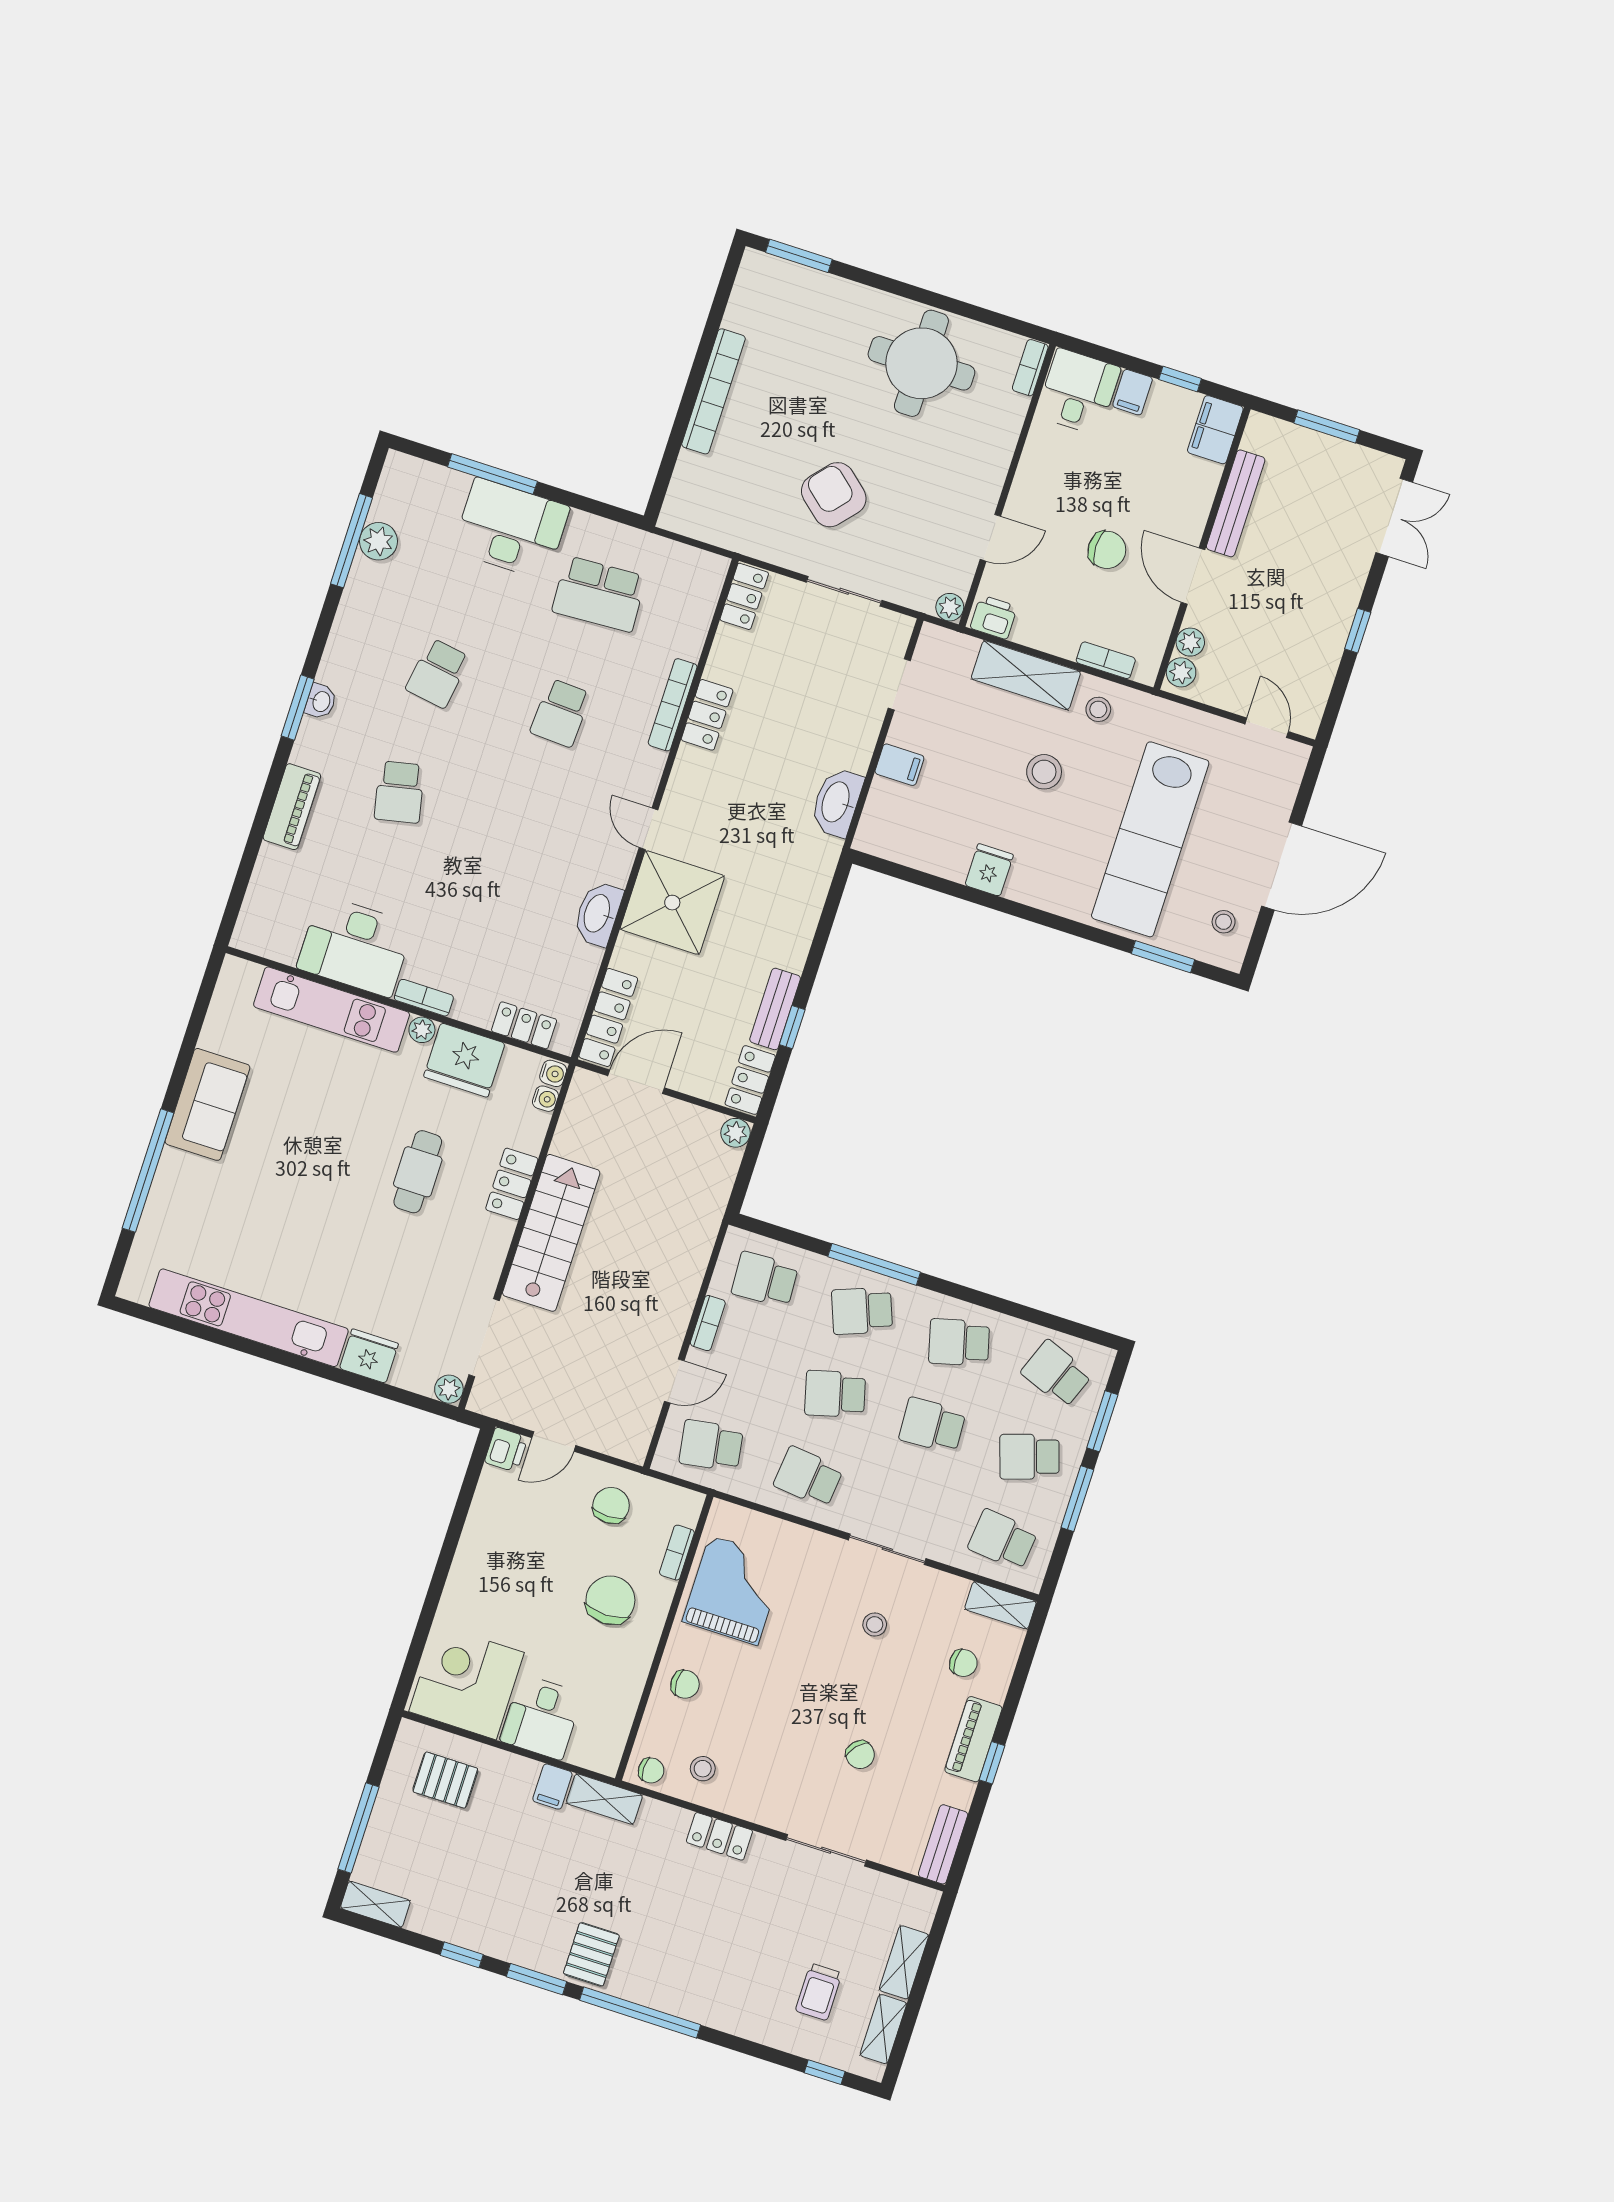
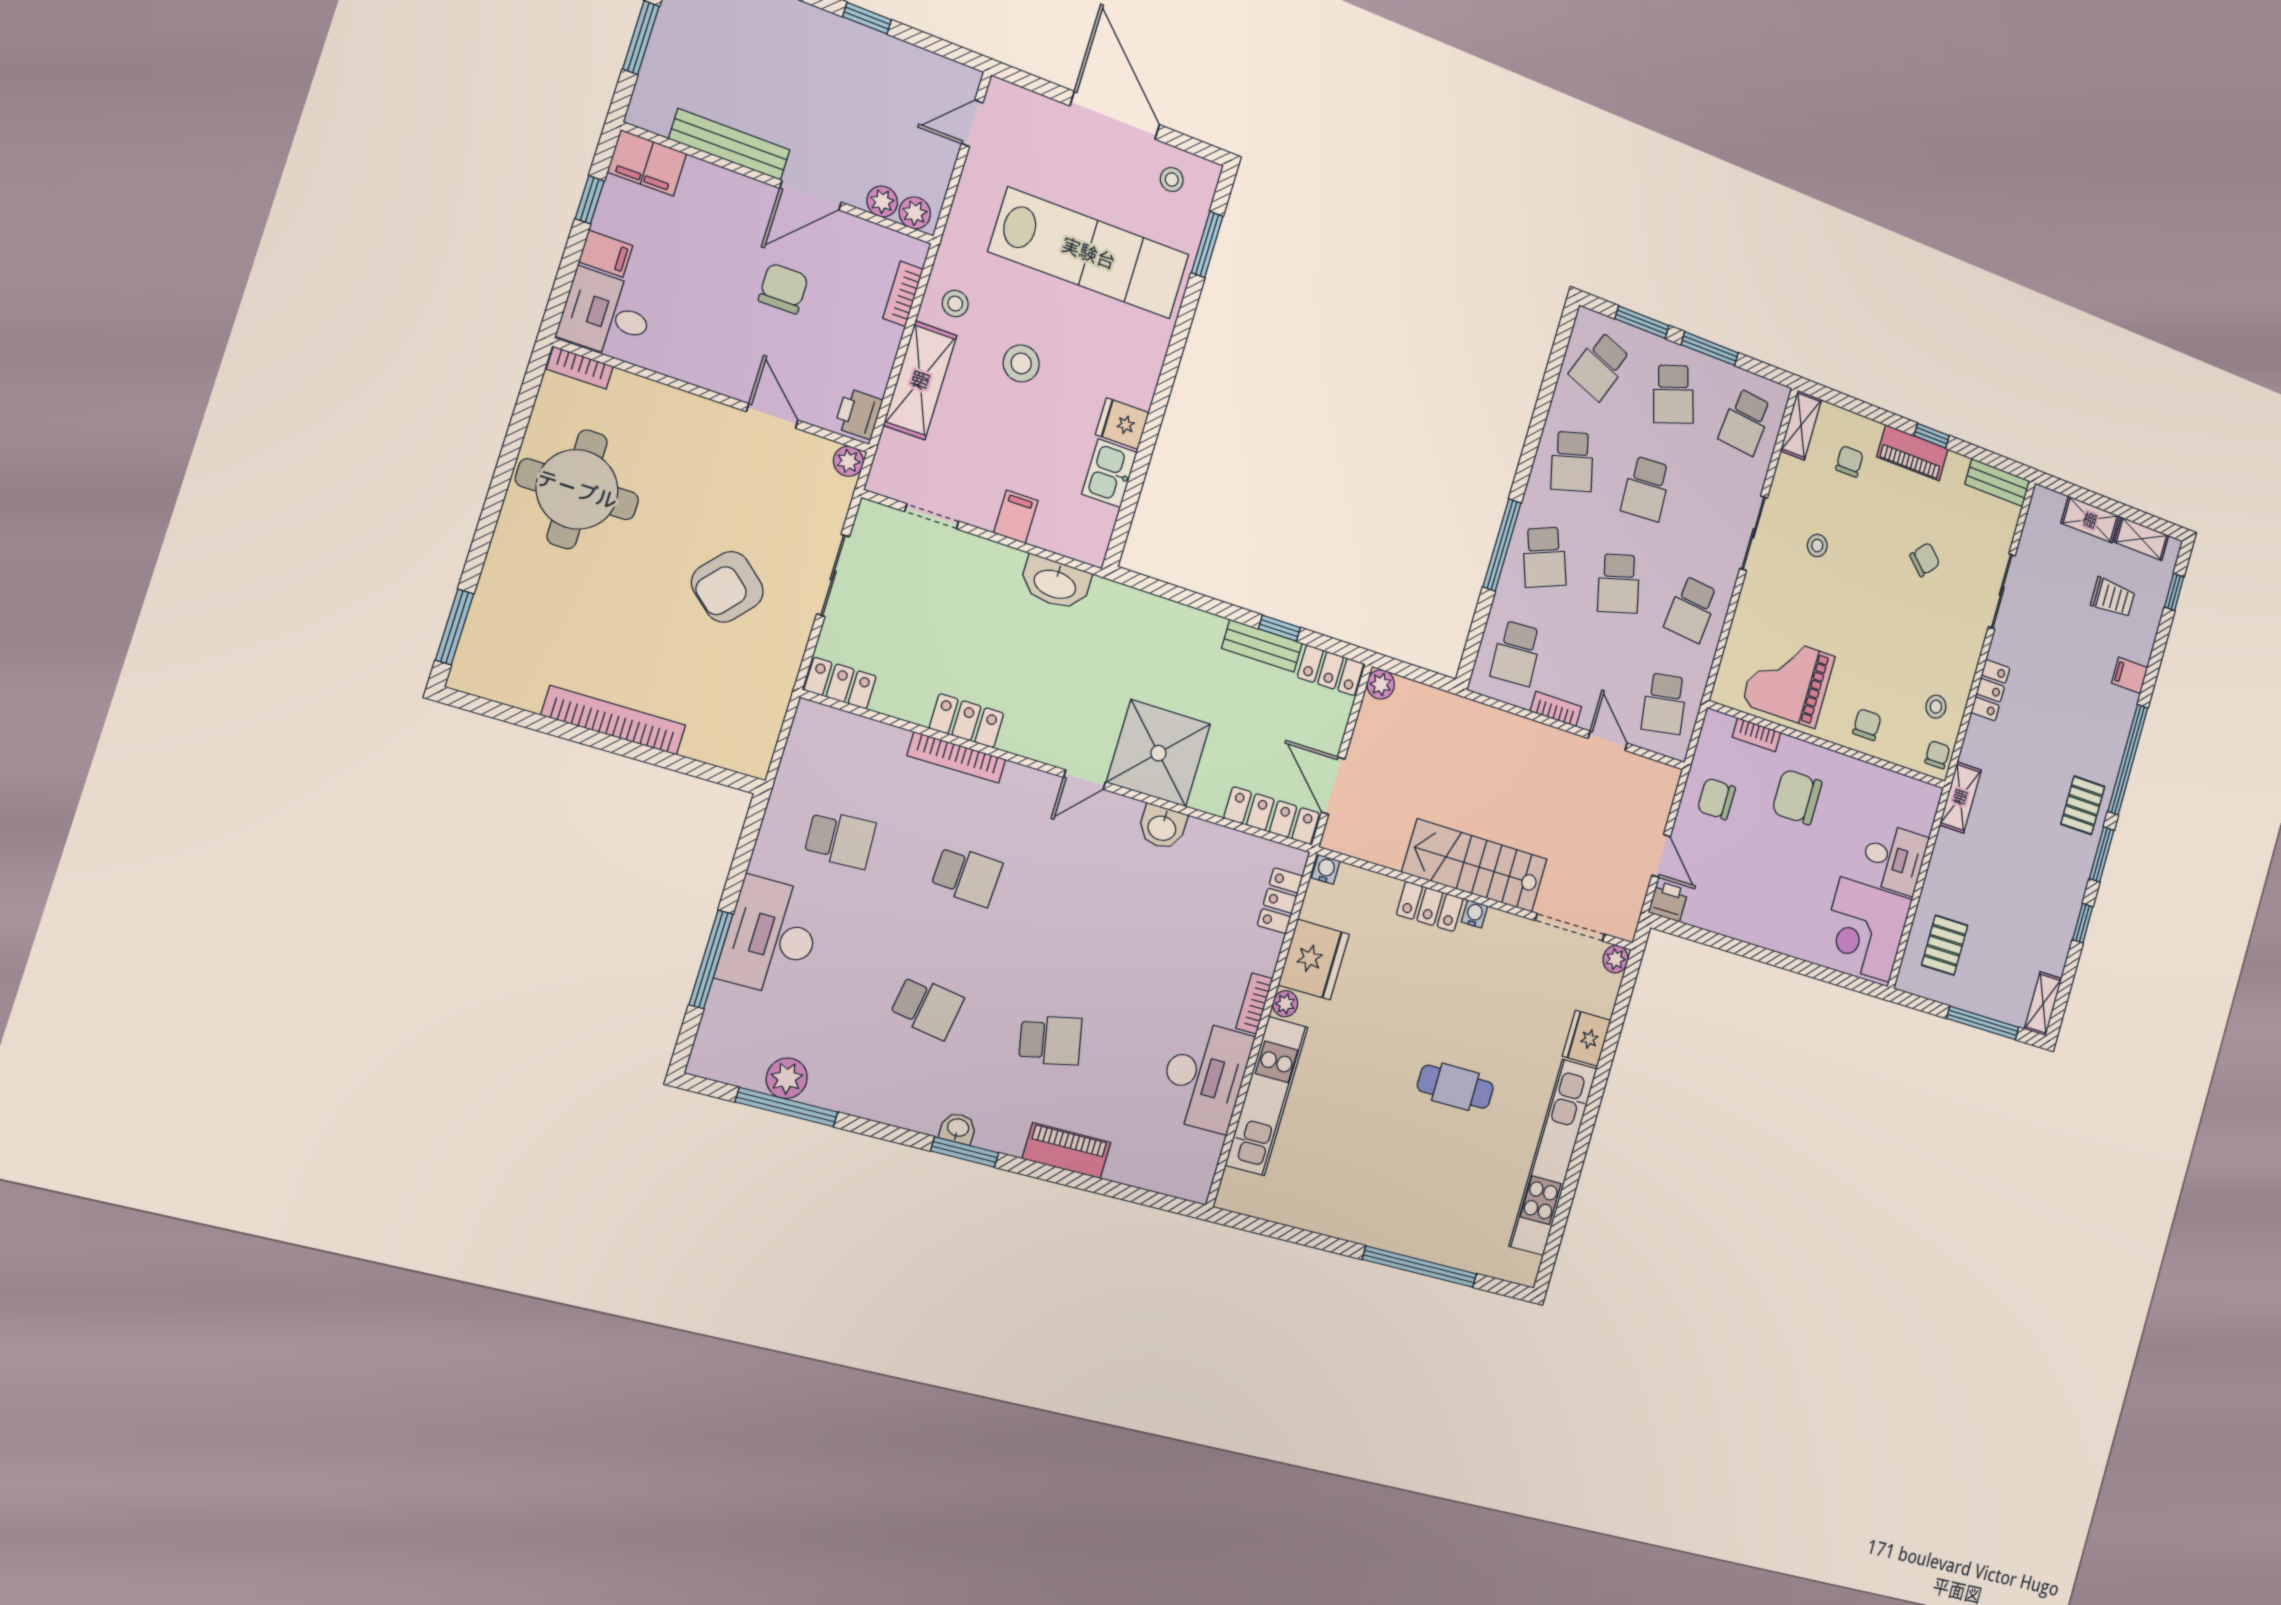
school desk: (599, 594) -> (840, 839), width x0.54
kitchen sink: (942, 857) -> (1109, 473), added
washbasin: (598, 914) -> (1162, 827), width x0.72
water cooler: (545, 1099) -> (1474, 914), moved
sofa: (207, 1104) -> (1358, 1213), removed
cafe table: (418, 1172) -> (1455, 1087), moved
filing cabinet: (552, 1787) -> (2130, 675), moved, turned 180
pallet: (591, 1954) -> (2083, 805), turned 90

